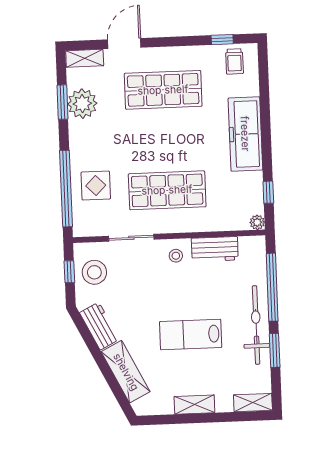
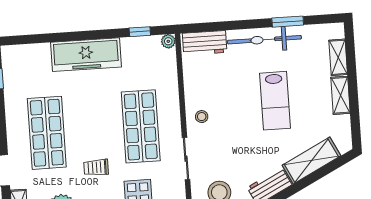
trolley: (234, 61) -> (96, 167), moved, turned 180
workbench: (215, 249) -> (205, 43), moved, turned 90
window: (272, 287) -> (229, 26), removed
shelving: (253, 403) -> (338, 57), moved

